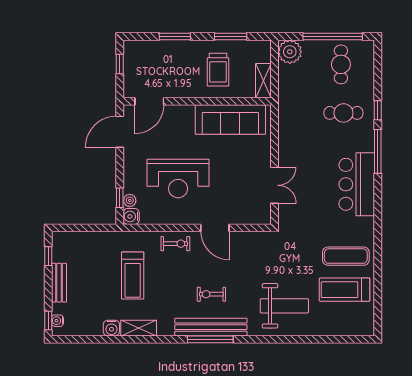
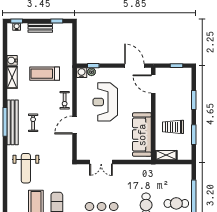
plant: (290, 52) -> (184, 172), removed

